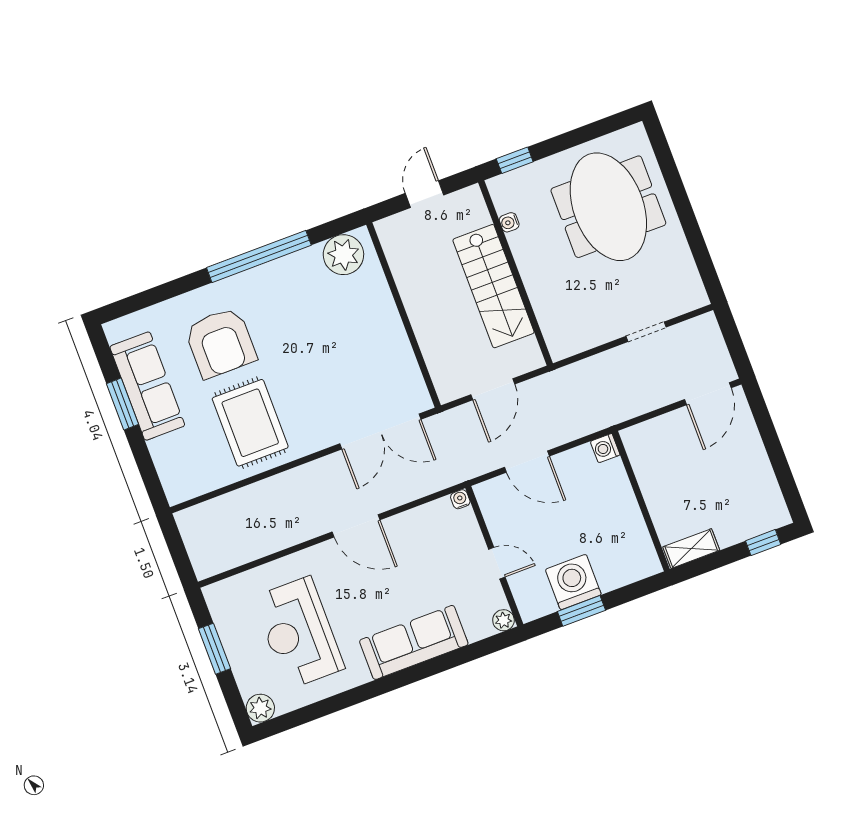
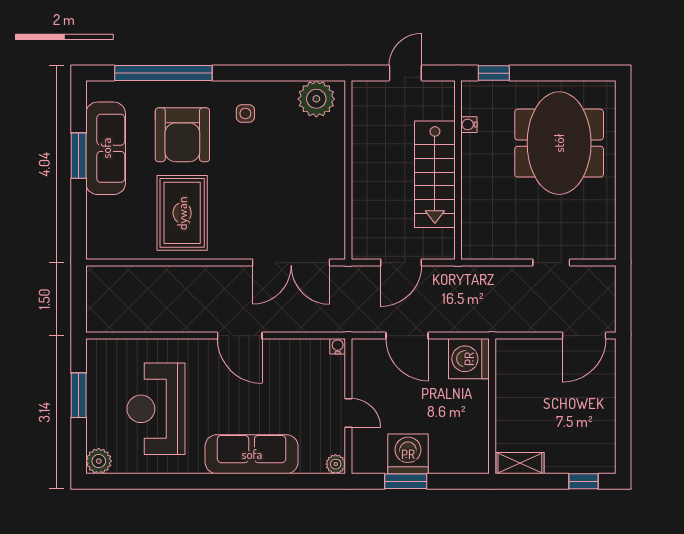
window: (259, 256) -> (163, 73), moved
side table: (277, 297) -> (245, 113), added
washing machine: (605, 448) -> (469, 359), width x1.89, depth x1.89

